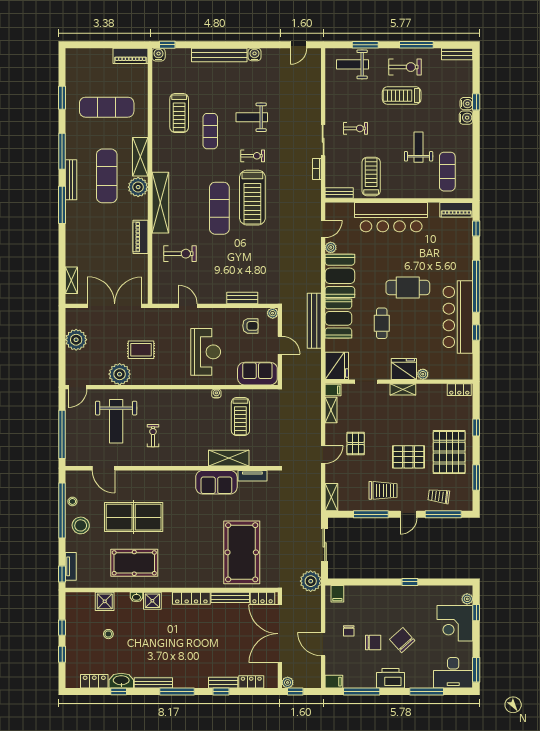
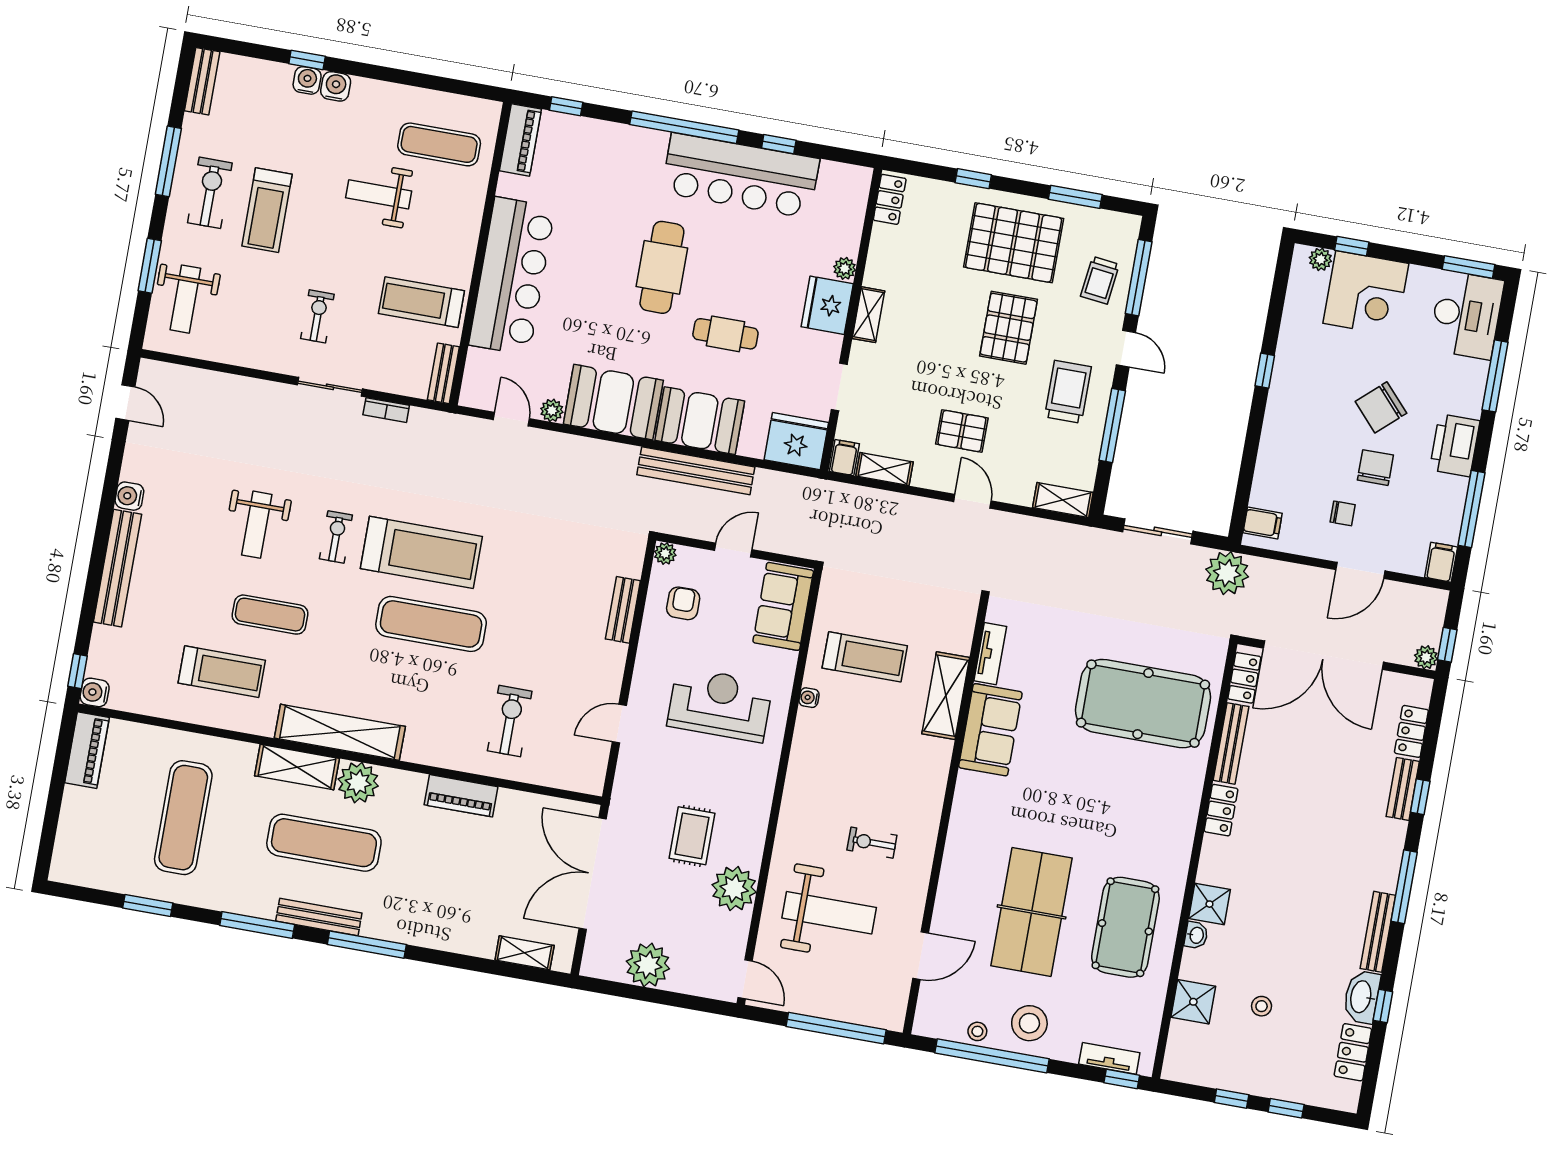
shelving: (160, 203) -> (340, 732), moved
locker: (191, 598) -> (1221, 810), width x0.66

